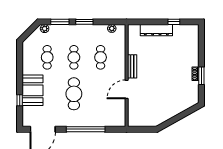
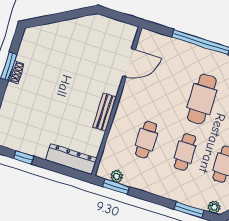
window: (84, 22) -> (116, 187), moved
dresser: (156, 30) -> (71, 159), moved
door: (127, 89) -> (129, 63), moved

